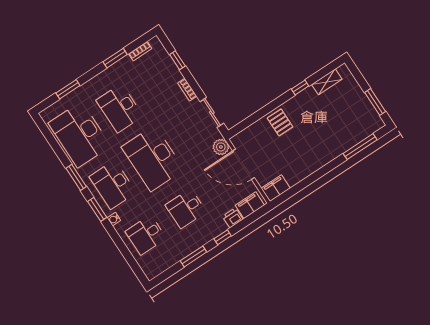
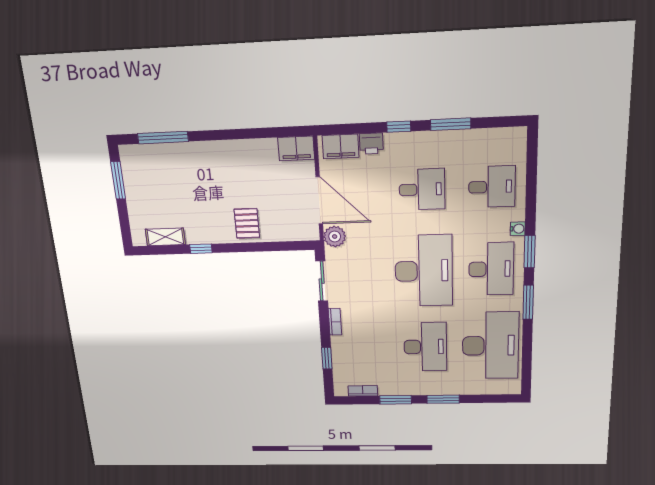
window: (68, 89) -> (443, 399), moved

